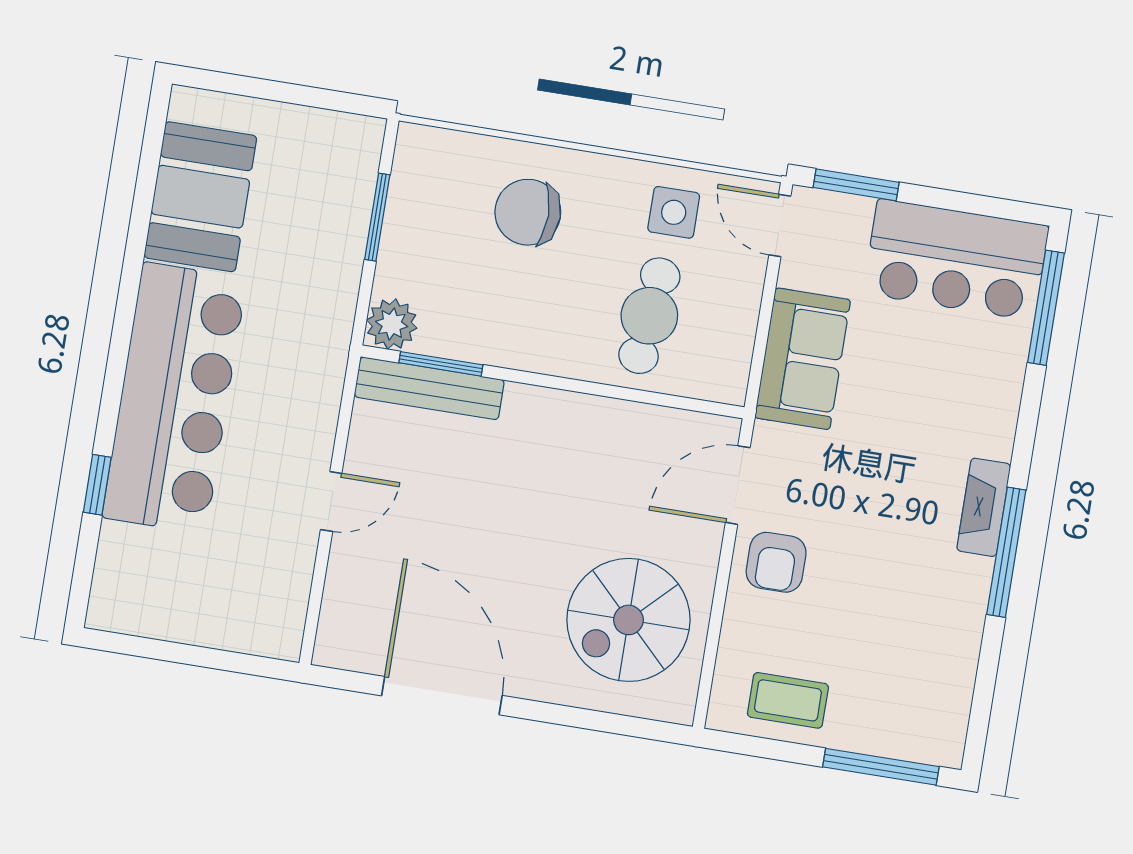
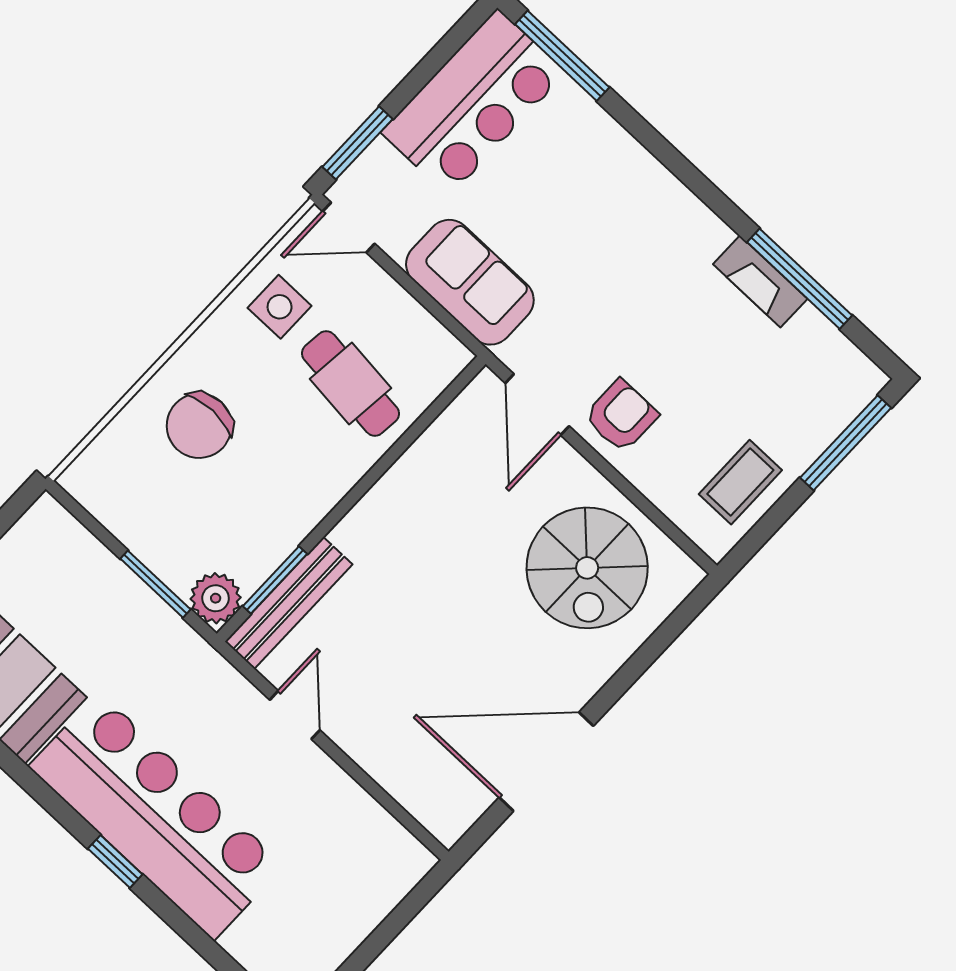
window: (377, 217) -> (155, 584), moved
window: (97, 485) -> (115, 862), moved
door: (331, 502) -> (295, 715), moved
fireplace: (984, 507) -> (760, 281), moved
window: (1006, 552) -> (800, 279), moved
armchair: (776, 562) -> (621, 416), turned -90

